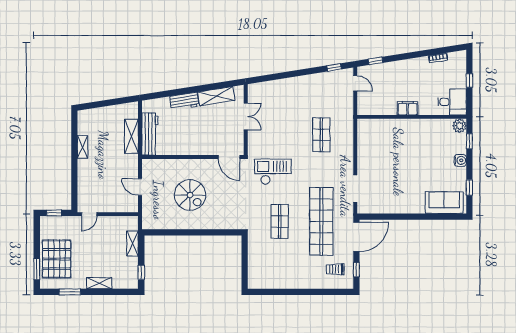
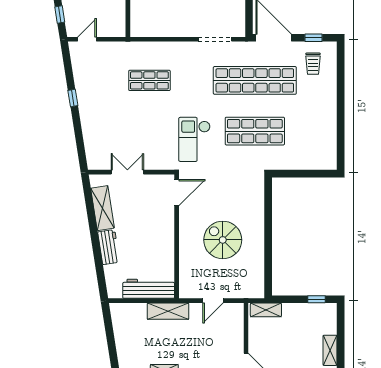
window: (334, 67) -> (73, 98), moved
shelving: (131, 136) -> (168, 311), moved
spiral stairs: (190, 195) -> (223, 240), turned -90
shop shelf: (280, 221) -> (255, 131), width x1.43, depth x1.36
shelving: (133, 244) -> (266, 310), moved

